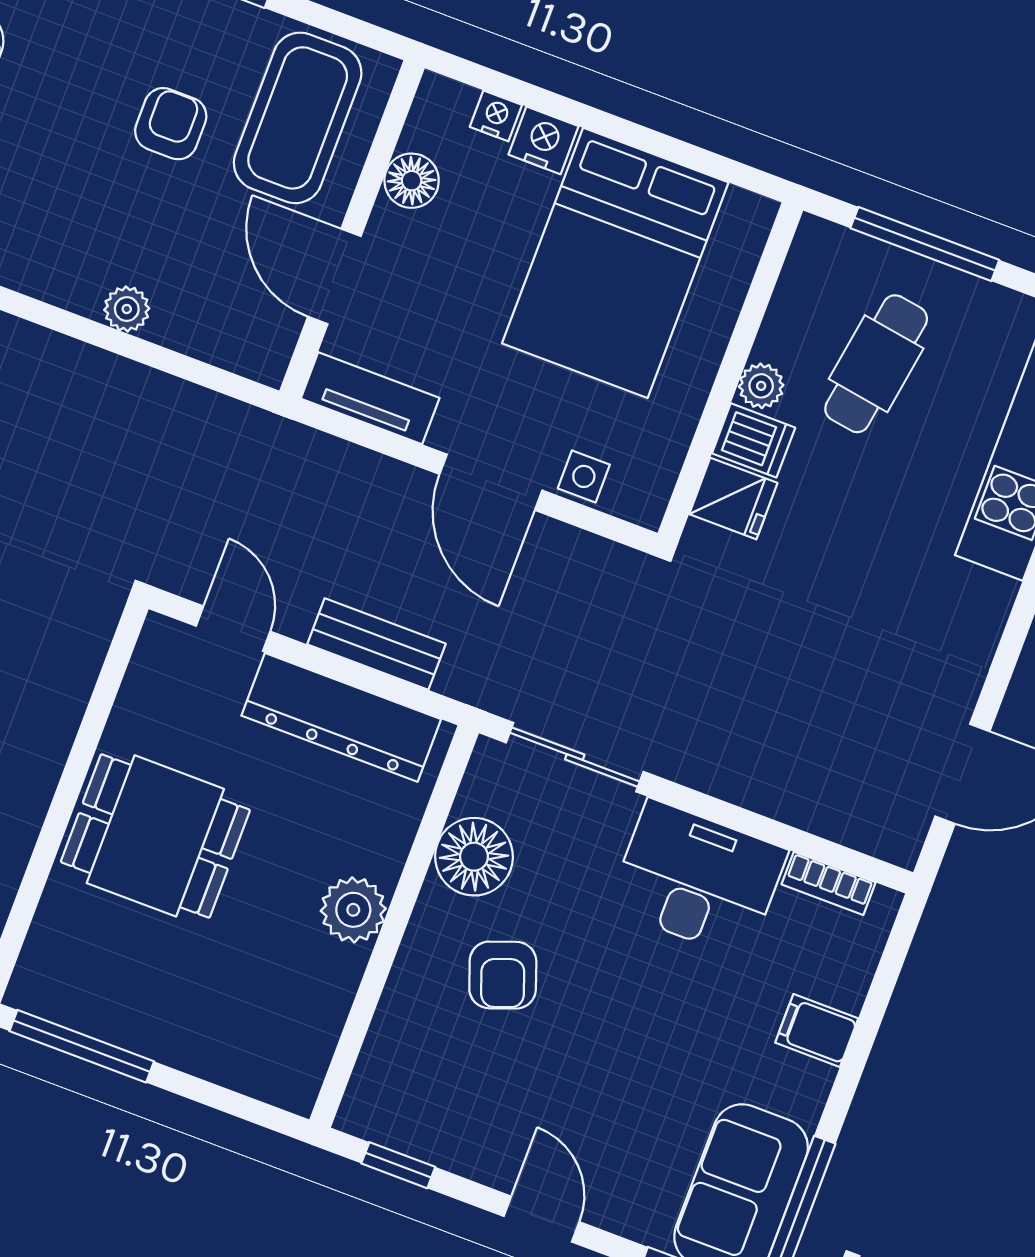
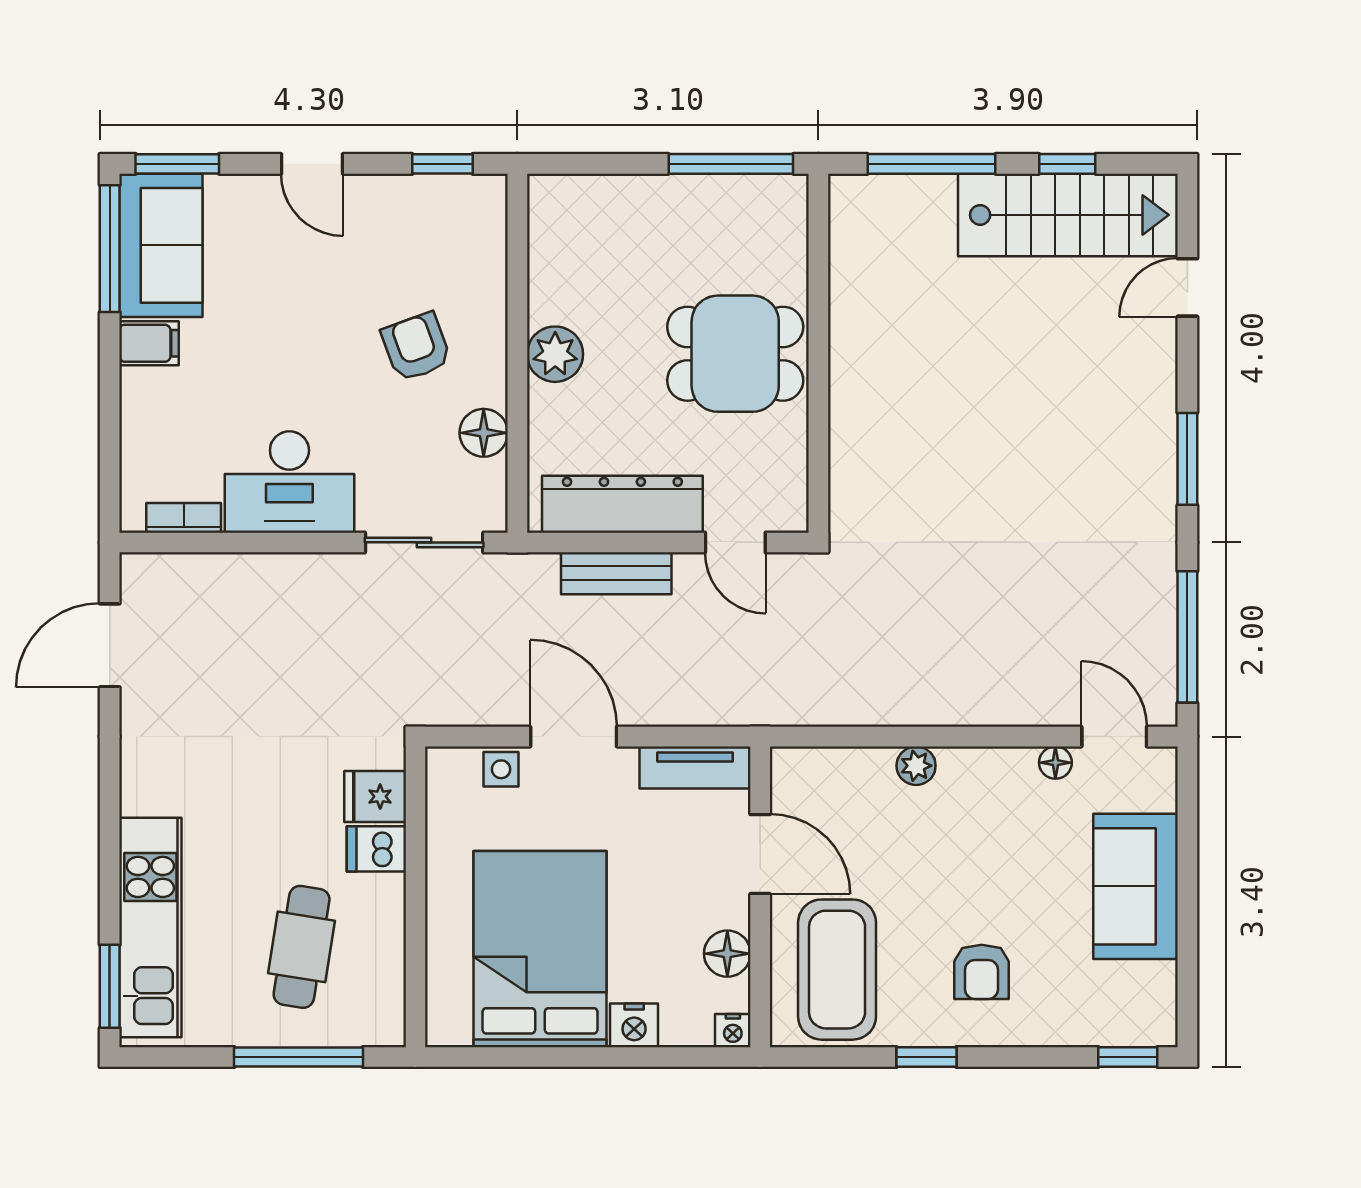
nightstand: (496, 116) -> (733, 1031), moved
armchair: (171, 124) -> (982, 972), moved
plant: (761, 386) -> (387, 895), removed
floor lamp: (474, 857) -> (484, 433), width x0.73, depth x0.73
filing cabinet: (817, 1030) -> (149, 343), moved

